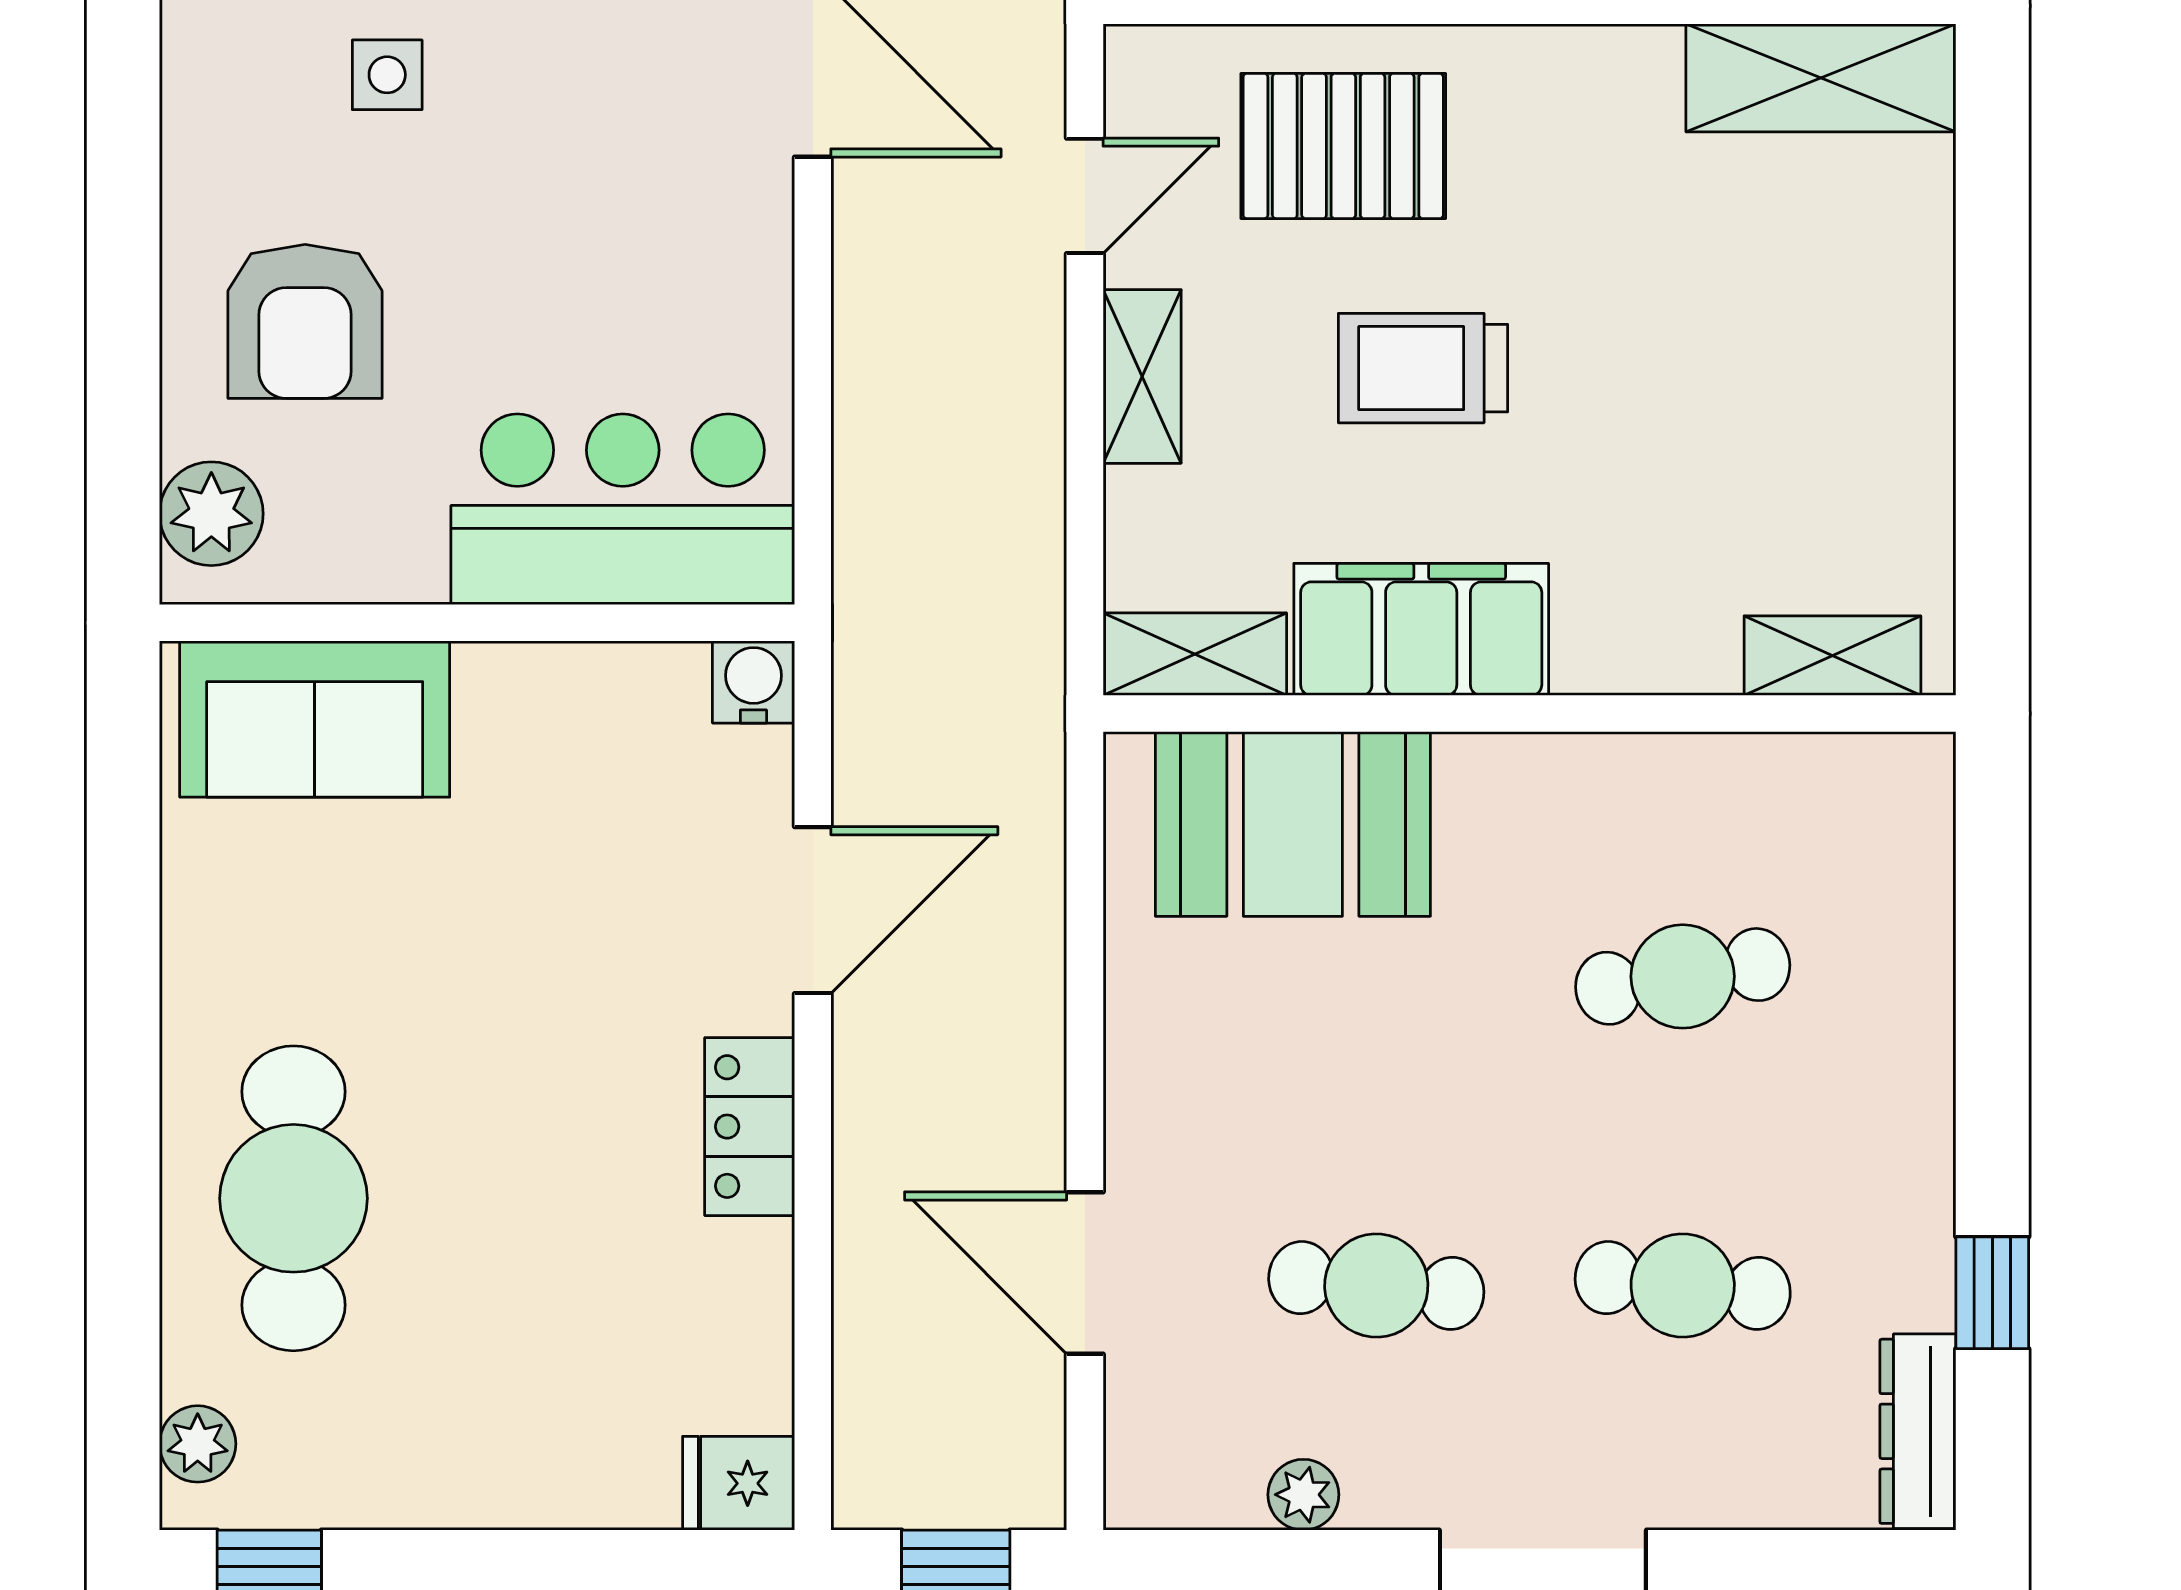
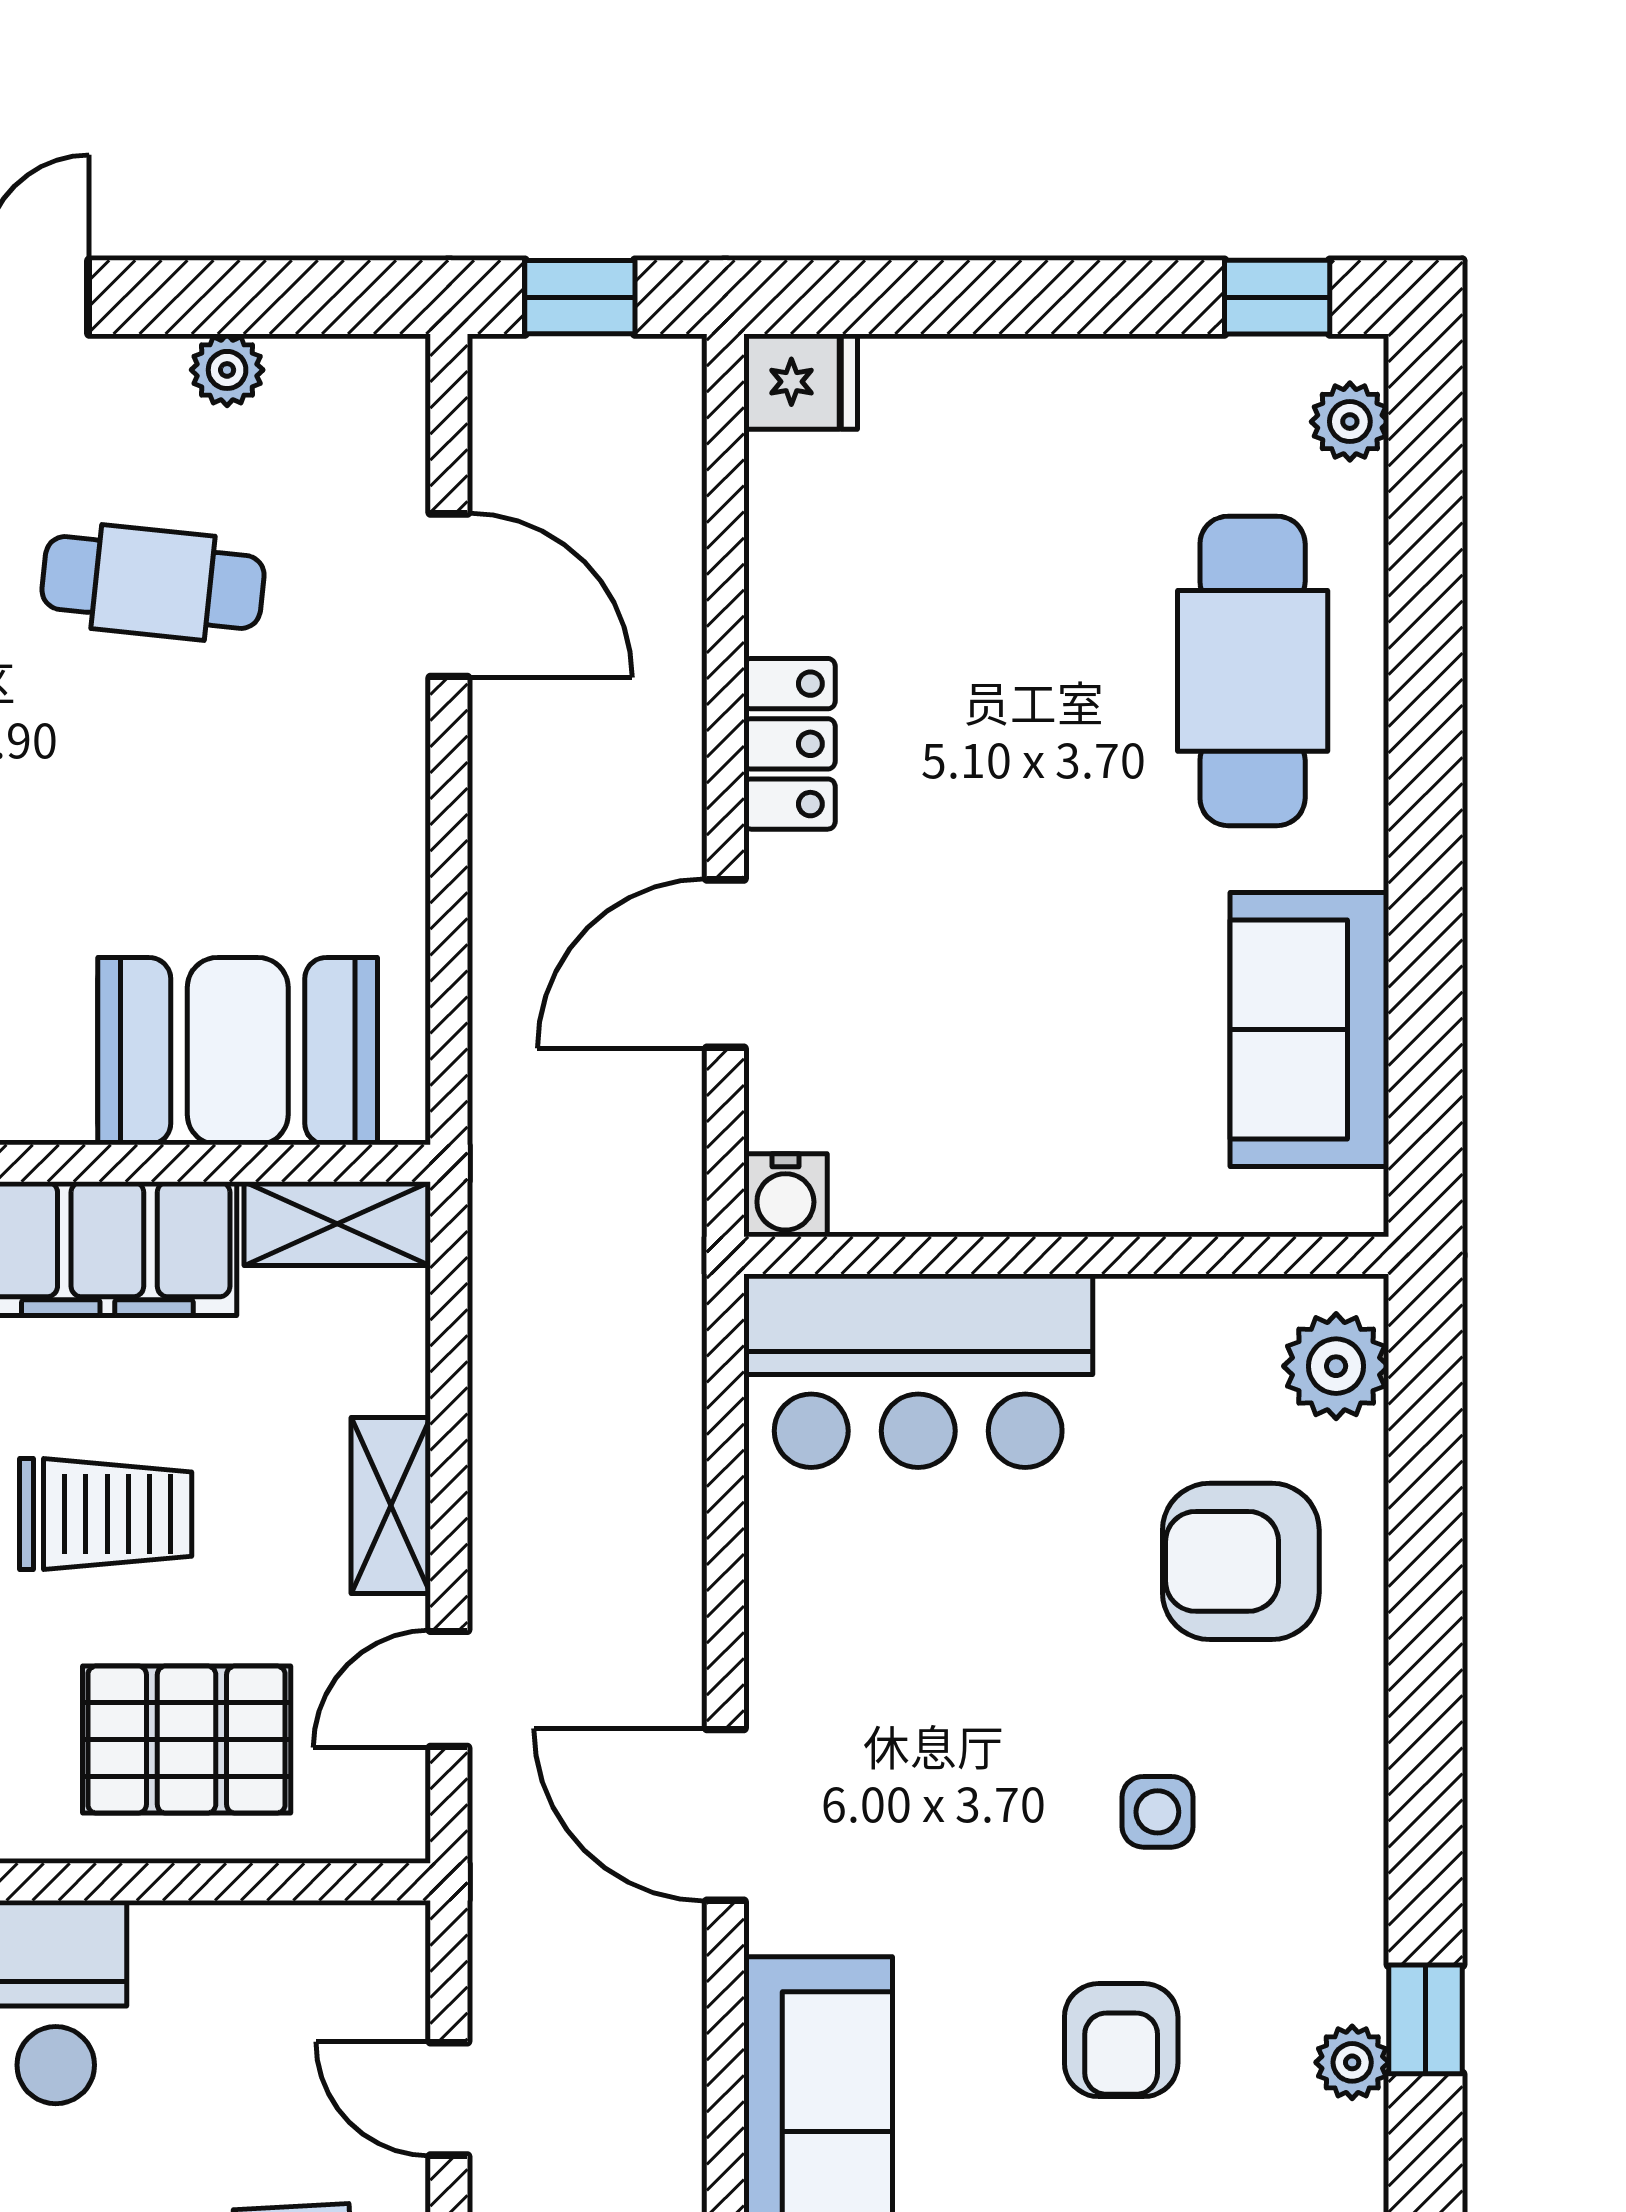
armchair: (305, 321) -> (1241, 1561), turned -90
sofa: (315, 719) -> (1309, 1030), moved, turned -90

